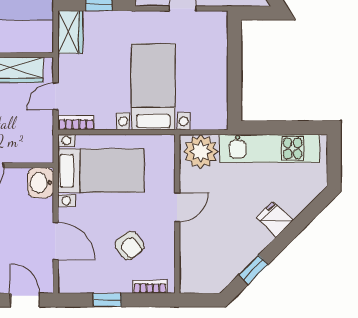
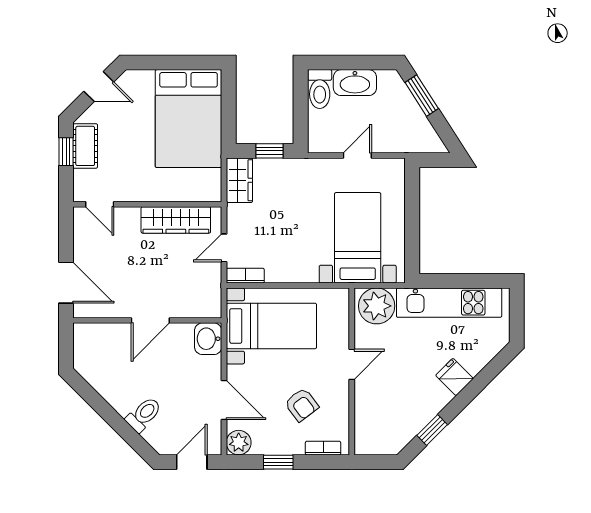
bed with nightstands: (153, 87) -> (358, 238), moved
plant: (70, 281) -> (239, 443), added
door: (25, 300) -> (192, 462), hinge flipped

